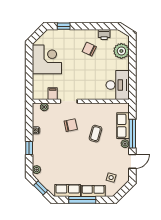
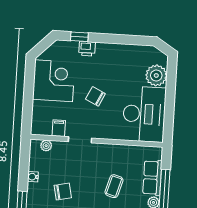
printer: (104, 35) -> (87, 49), moved
chair: (89, 49) -> (95, 96), moved
desk: (118, 85) -> (144, 114), width x1.36, depth x1.30
chair: (71, 125) -> (63, 192), moved

